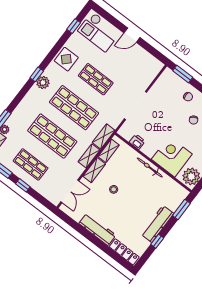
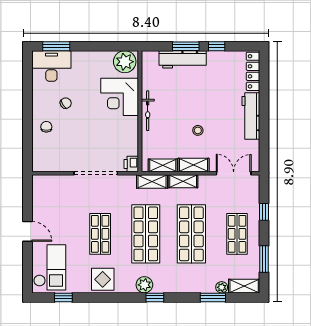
window: (37, 74) -> (155, 297), moved
window: (183, 74) -> (27, 150), removed
printer: (137, 142) -> (131, 164), moved
window: (23, 185) -> (264, 212), moved
window: (181, 209) -> (186, 46), moved
workbench: (157, 224) -> (183, 59), moved

